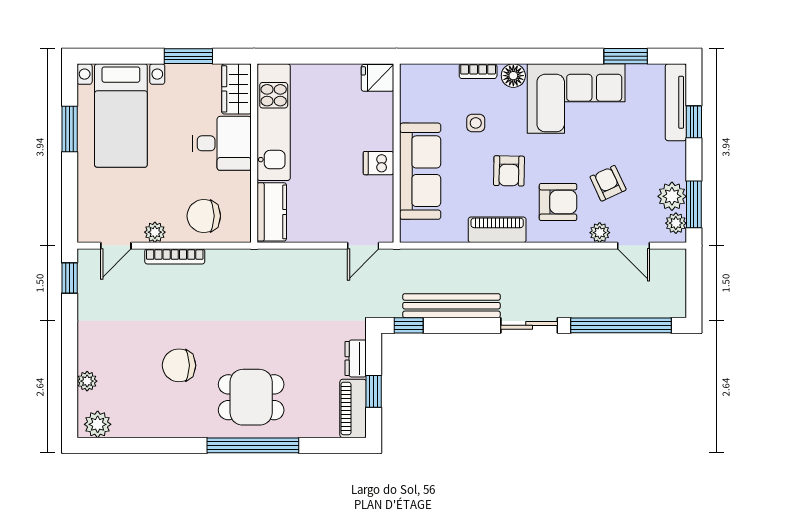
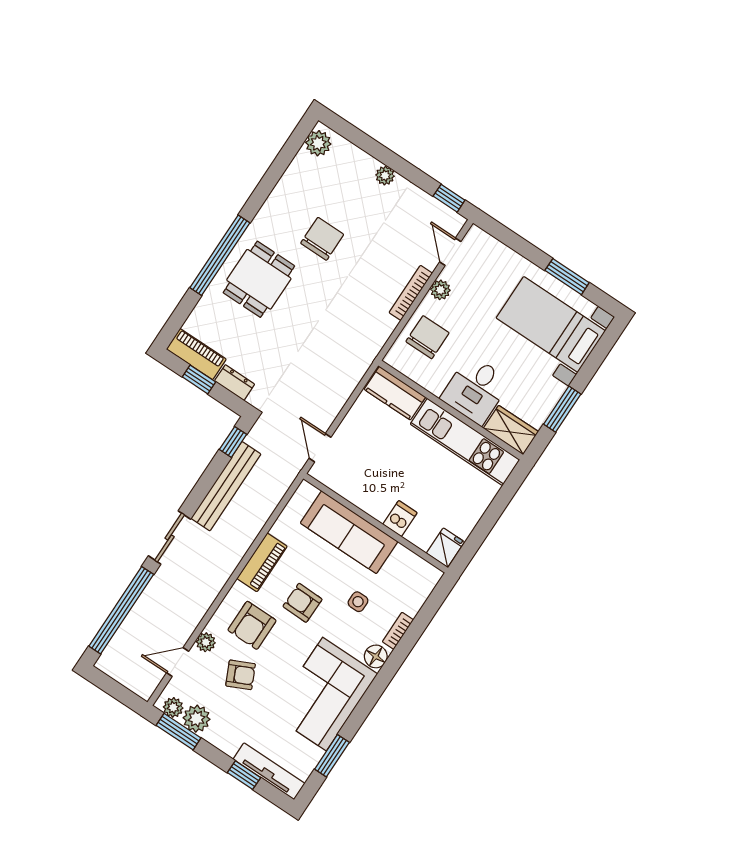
dishwasher: (379, 163) -> (400, 519), moved
plant: (87, 381) -> (385, 176), moved

